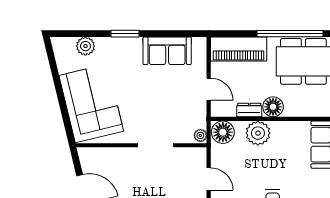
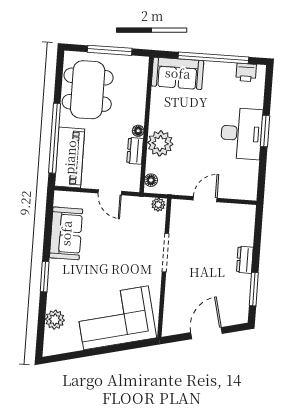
window: (290, 34) -> (55, 138), moved
door: (209, 89) -> (110, 192), swing flipped
floor lamp: (273, 107) -> (138, 131), width x0.53, depth x0.53
floor lamp: (223, 132) -> (151, 180), width x0.53, depth x0.53

